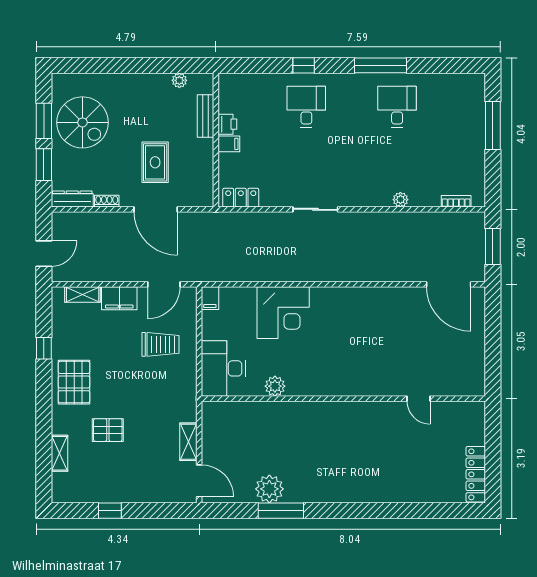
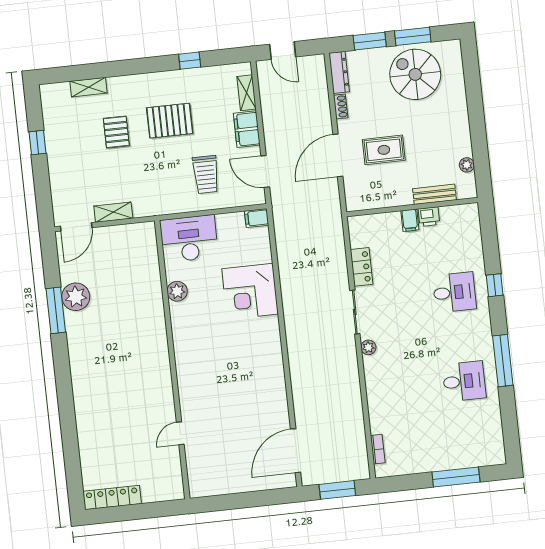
spiral stairs: (82, 122) -> (415, 74), turned 90
locker: (241, 198) -> (362, 267), moved
plant: (400, 200) -> (368, 347), moved
pallet: (74, 382) -> (170, 121), moved

